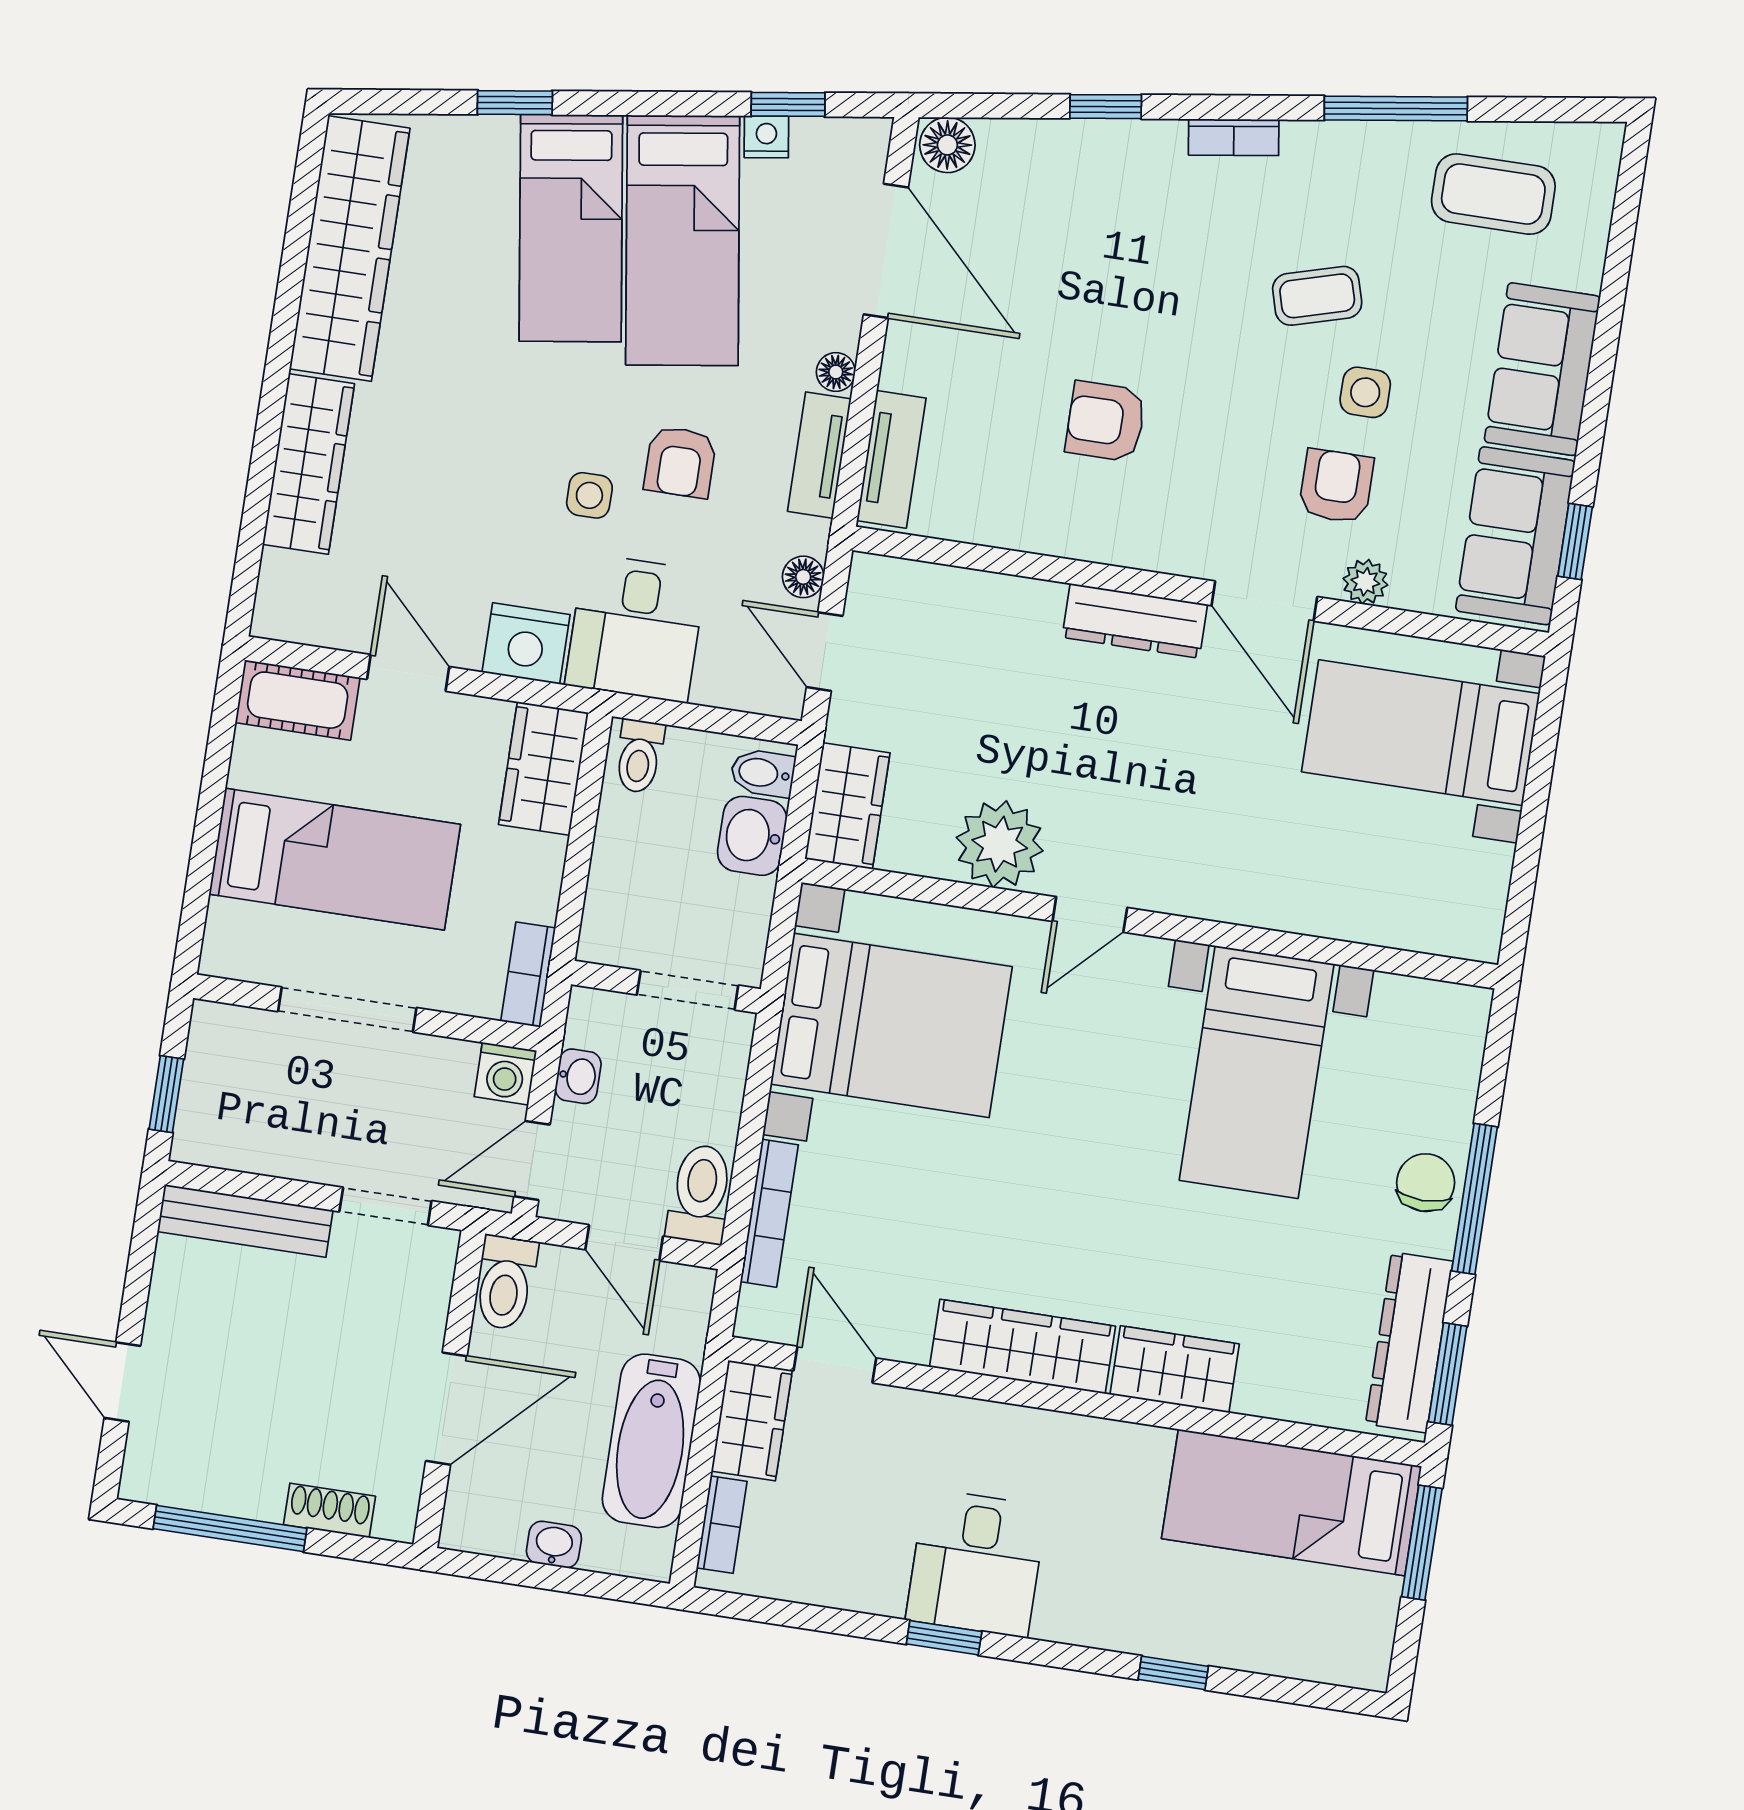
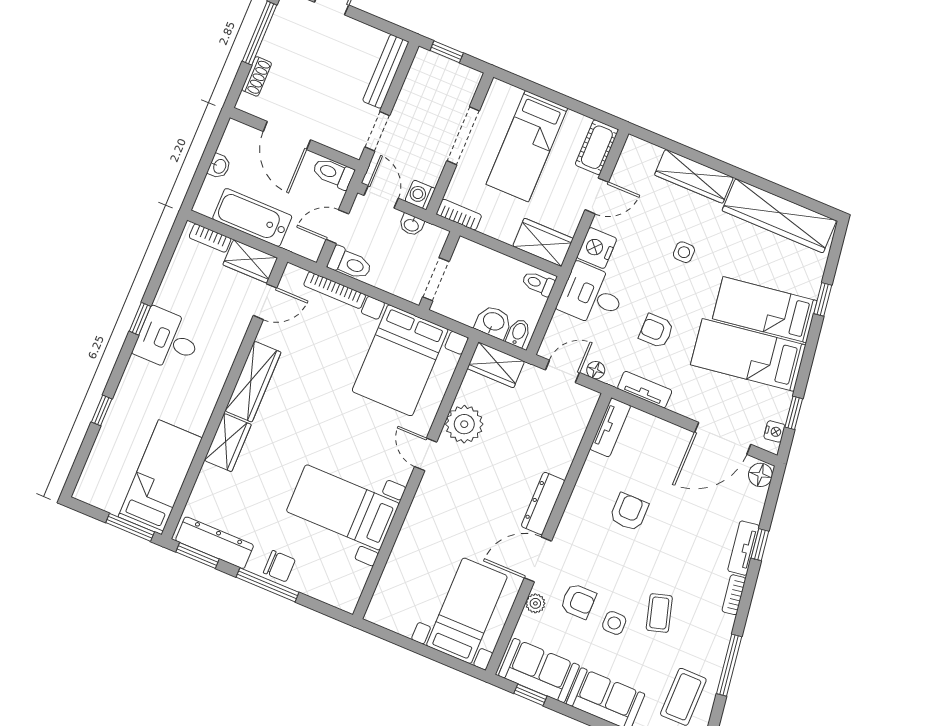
nightstand: (766, 137) -> (775, 431), moved
tv unit: (1123, 142) -> (744, 548), added
floor lamp: (836, 372) -> (678, 405), removed
tv unit: (891, 459) -> (610, 427), moved, turned -90
side table: (589, 495) -> (684, 252), moved

